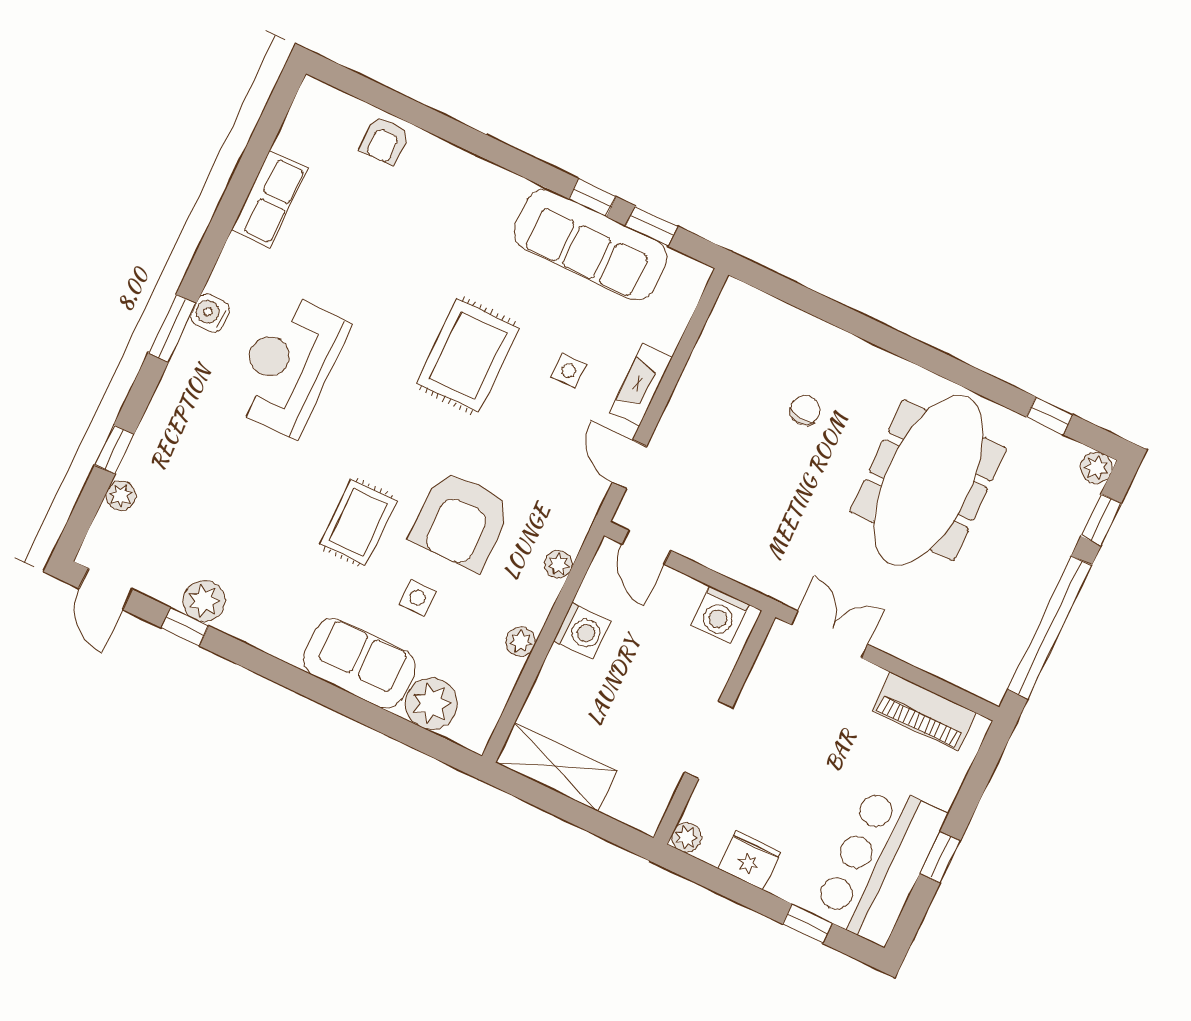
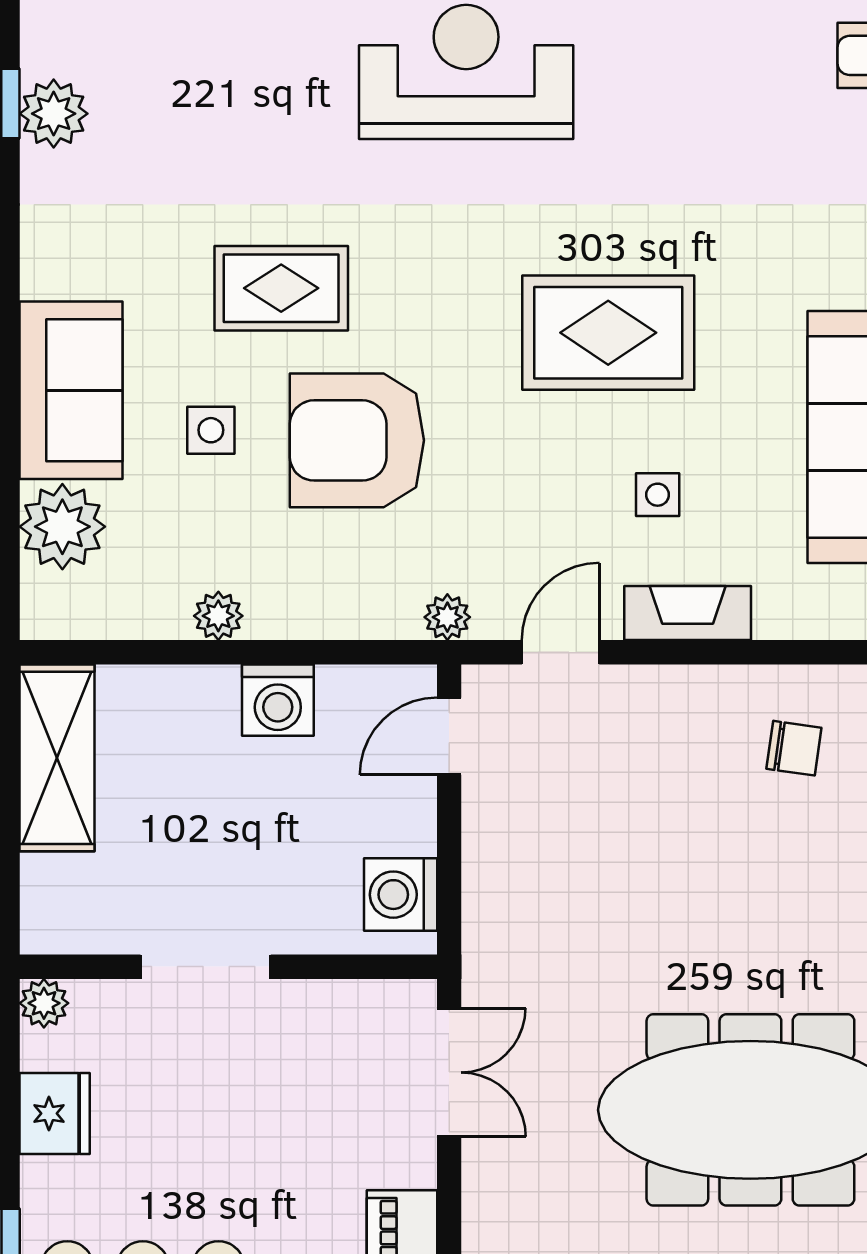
chair: (805, 410) -> (794, 748), moved
plant: (558, 564) -> (447, 617), moved

